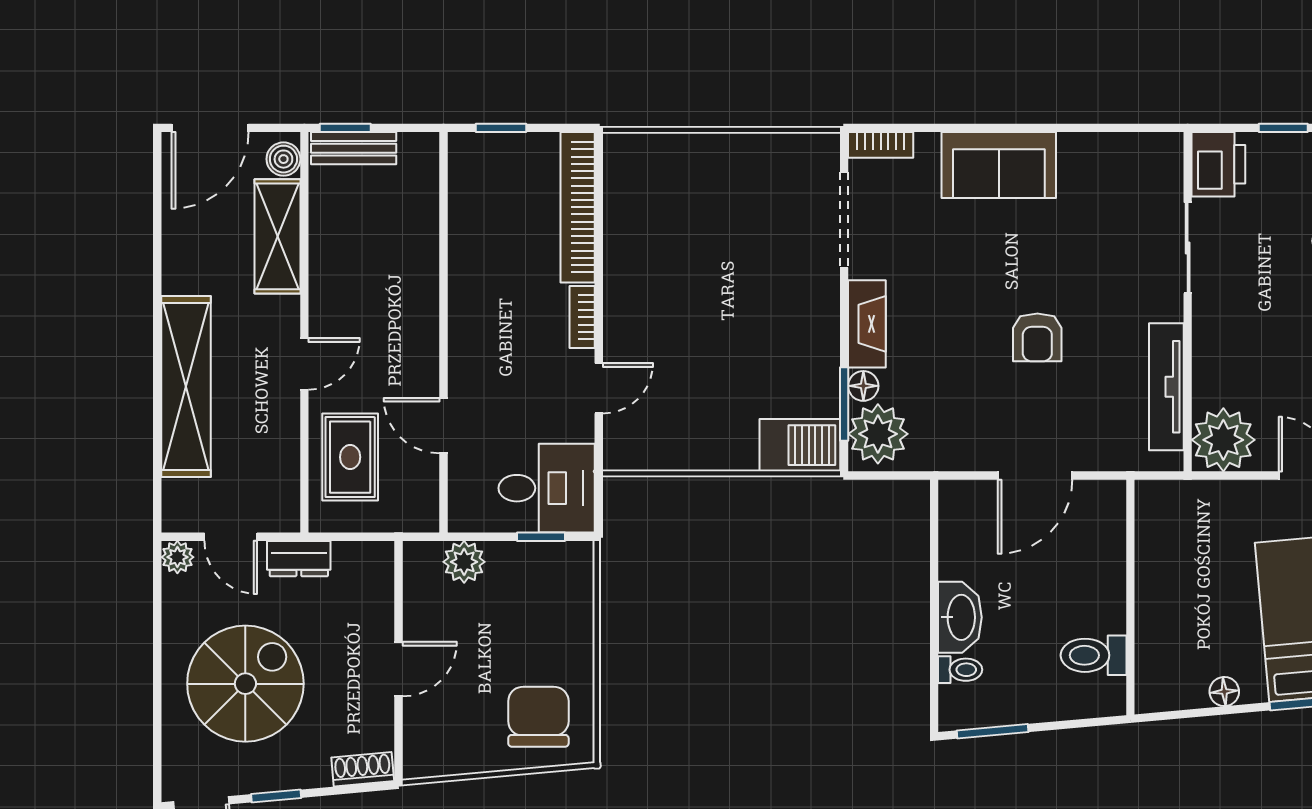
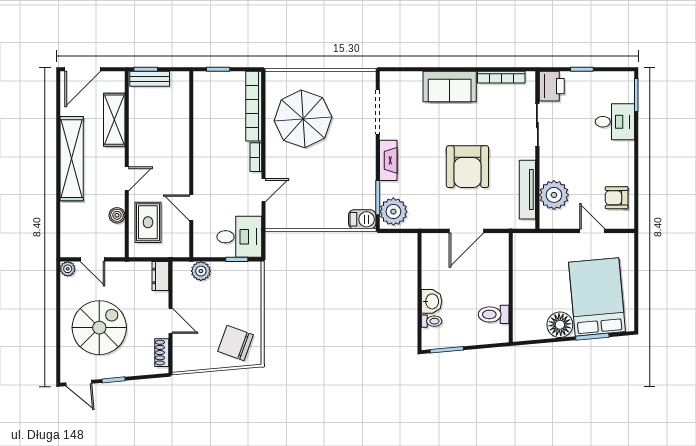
bookcase: (881, 145) -> (501, 77), moved, width x1.56
boiler: (283, 159) -> (117, 215), moved
parasol: (684, 235) -> (303, 119), added
armchair: (1037, 337) -> (467, 167), width x1.88, depth x1.88
shelving: (186, 386) -> (72, 159), moved
floor lamp: (863, 386) -> (387, 189), removed
plant: (1223, 440) -> (554, 195), moved
barbecue: (800, 445) -> (362, 219), width x0.73, depth x0.79
dresser: (299, 559) -> (160, 276), moved, turned 90
washbasin: (960, 617) -> (432, 301), width x0.72
door: (398, 669) -> (170, 321), hinge flipped
floor lamp: (1224, 692) -> (560, 325), width x1.89, depth x1.89
chair: (538, 717) -> (236, 343), turned -70
shoe rack: (363, 769) -> (162, 353), moved, turned -85

